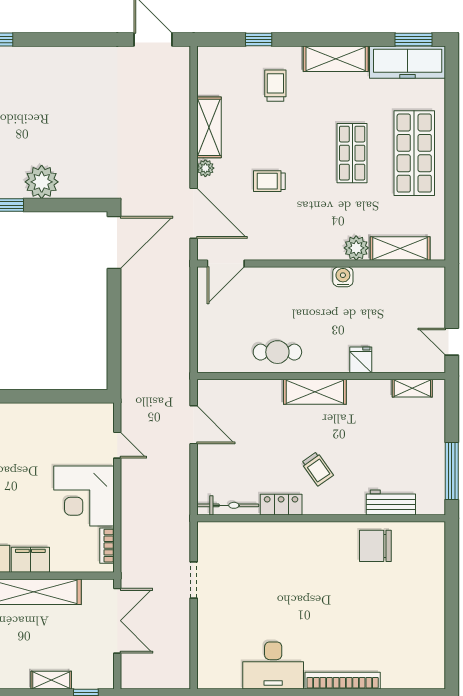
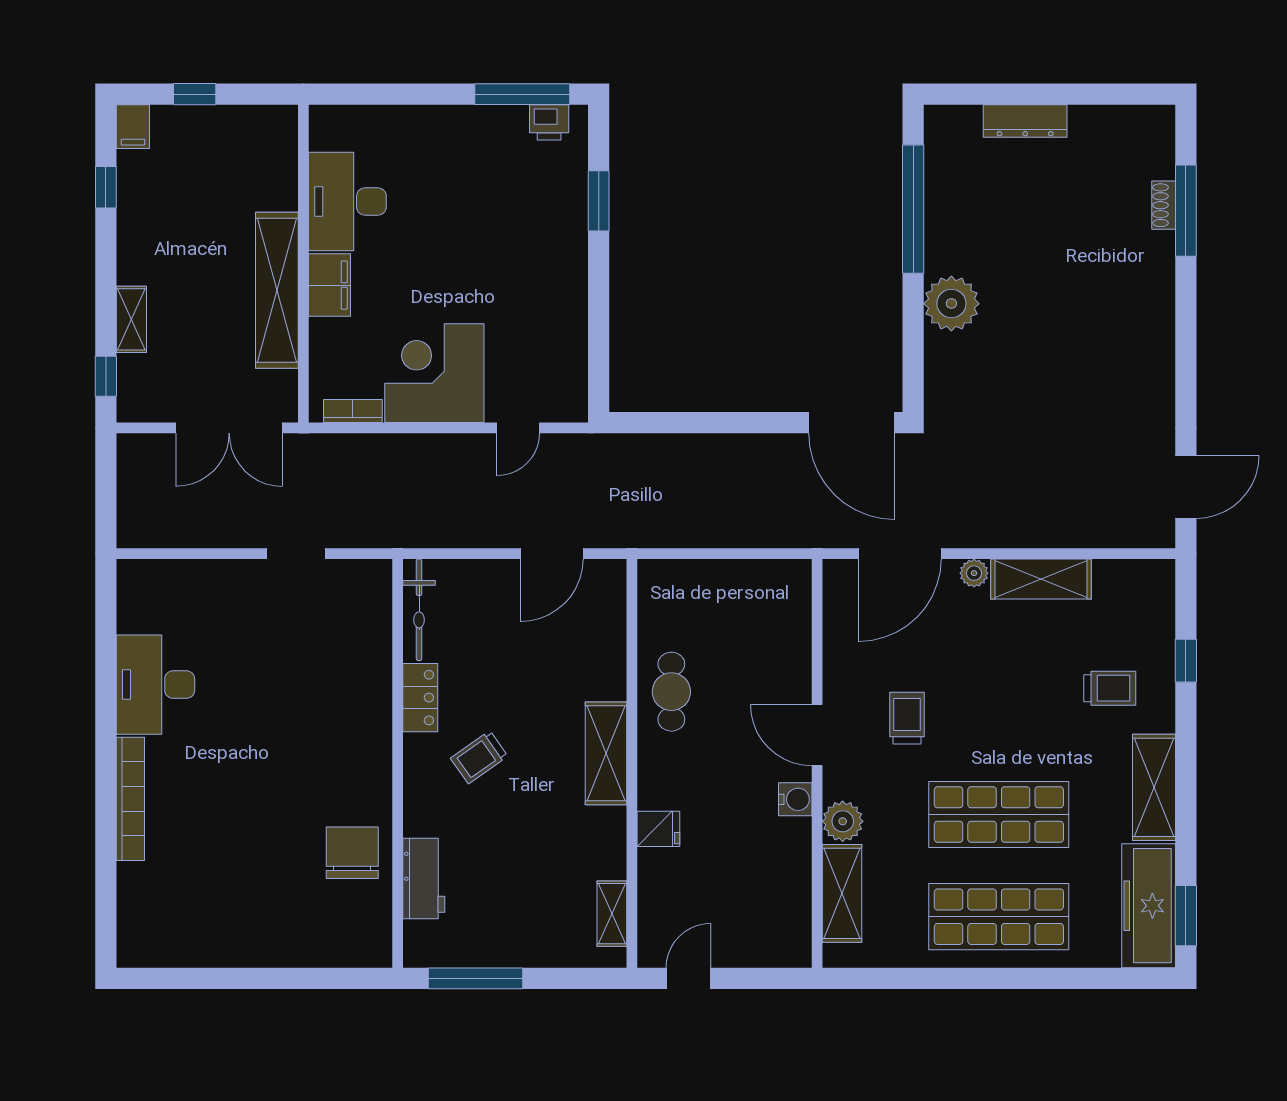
shop shelf: (352, 153) -> (999, 814), width x1.43, depth x1.36
trolley: (269, 181) -> (907, 718), moved
door: (226, 263) -> (817, 735), moved

